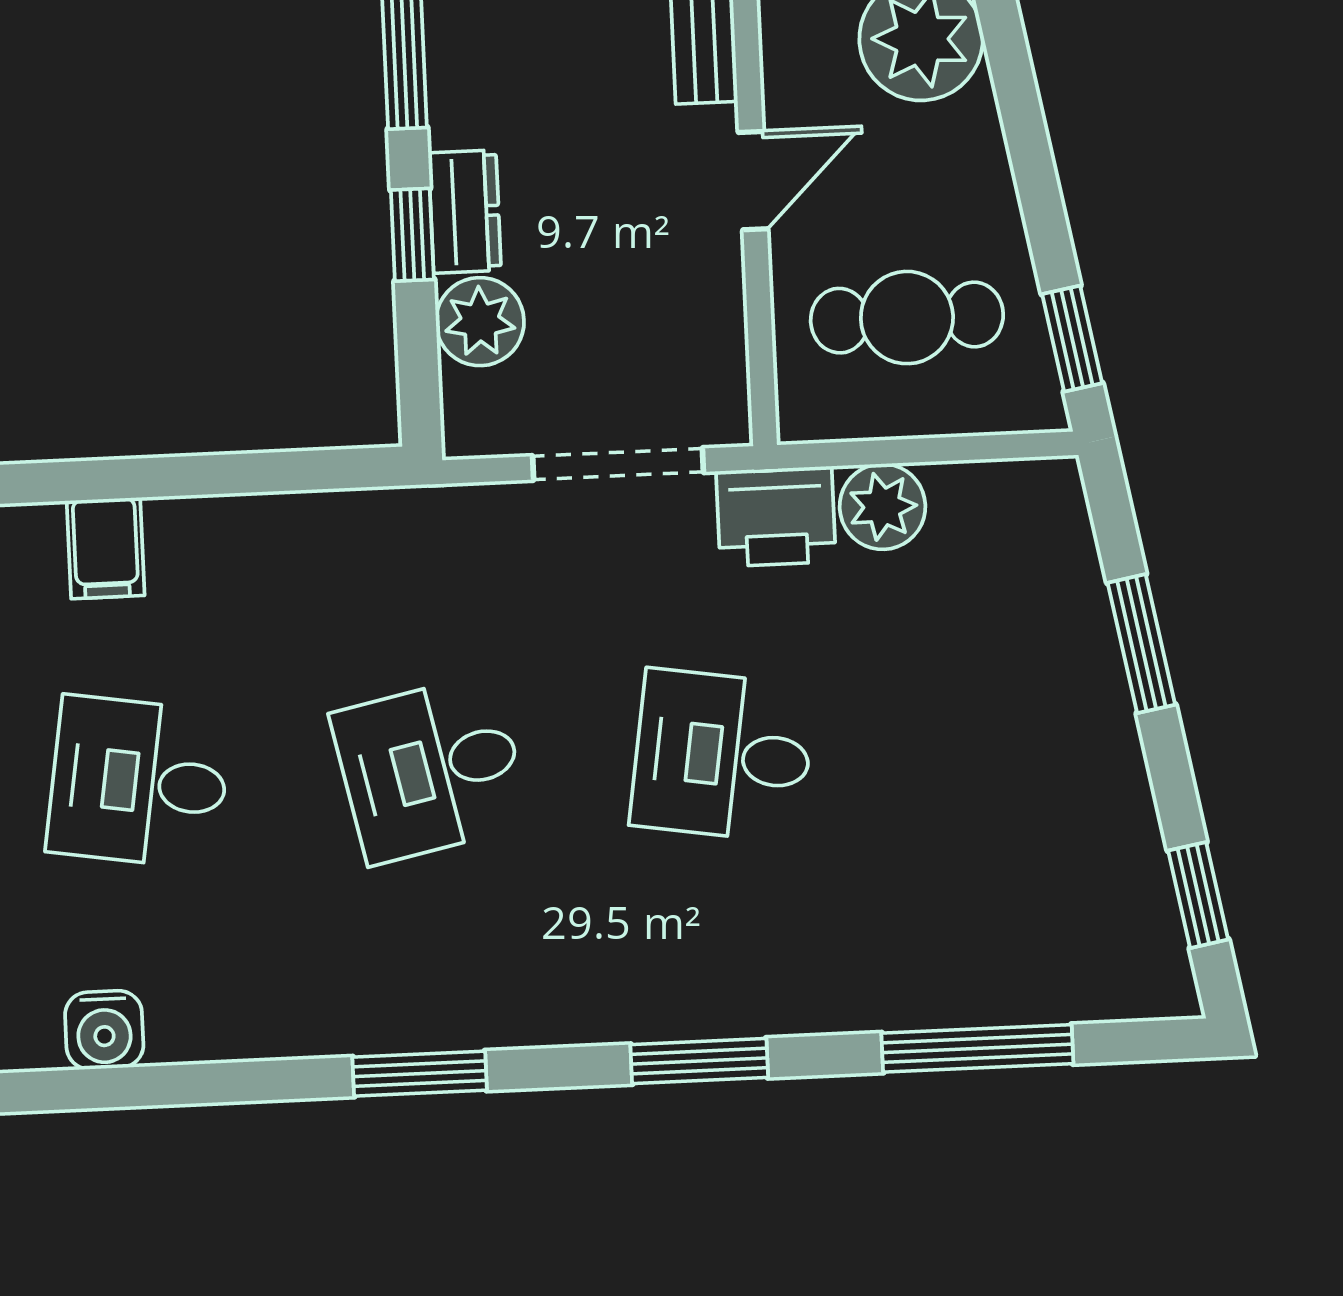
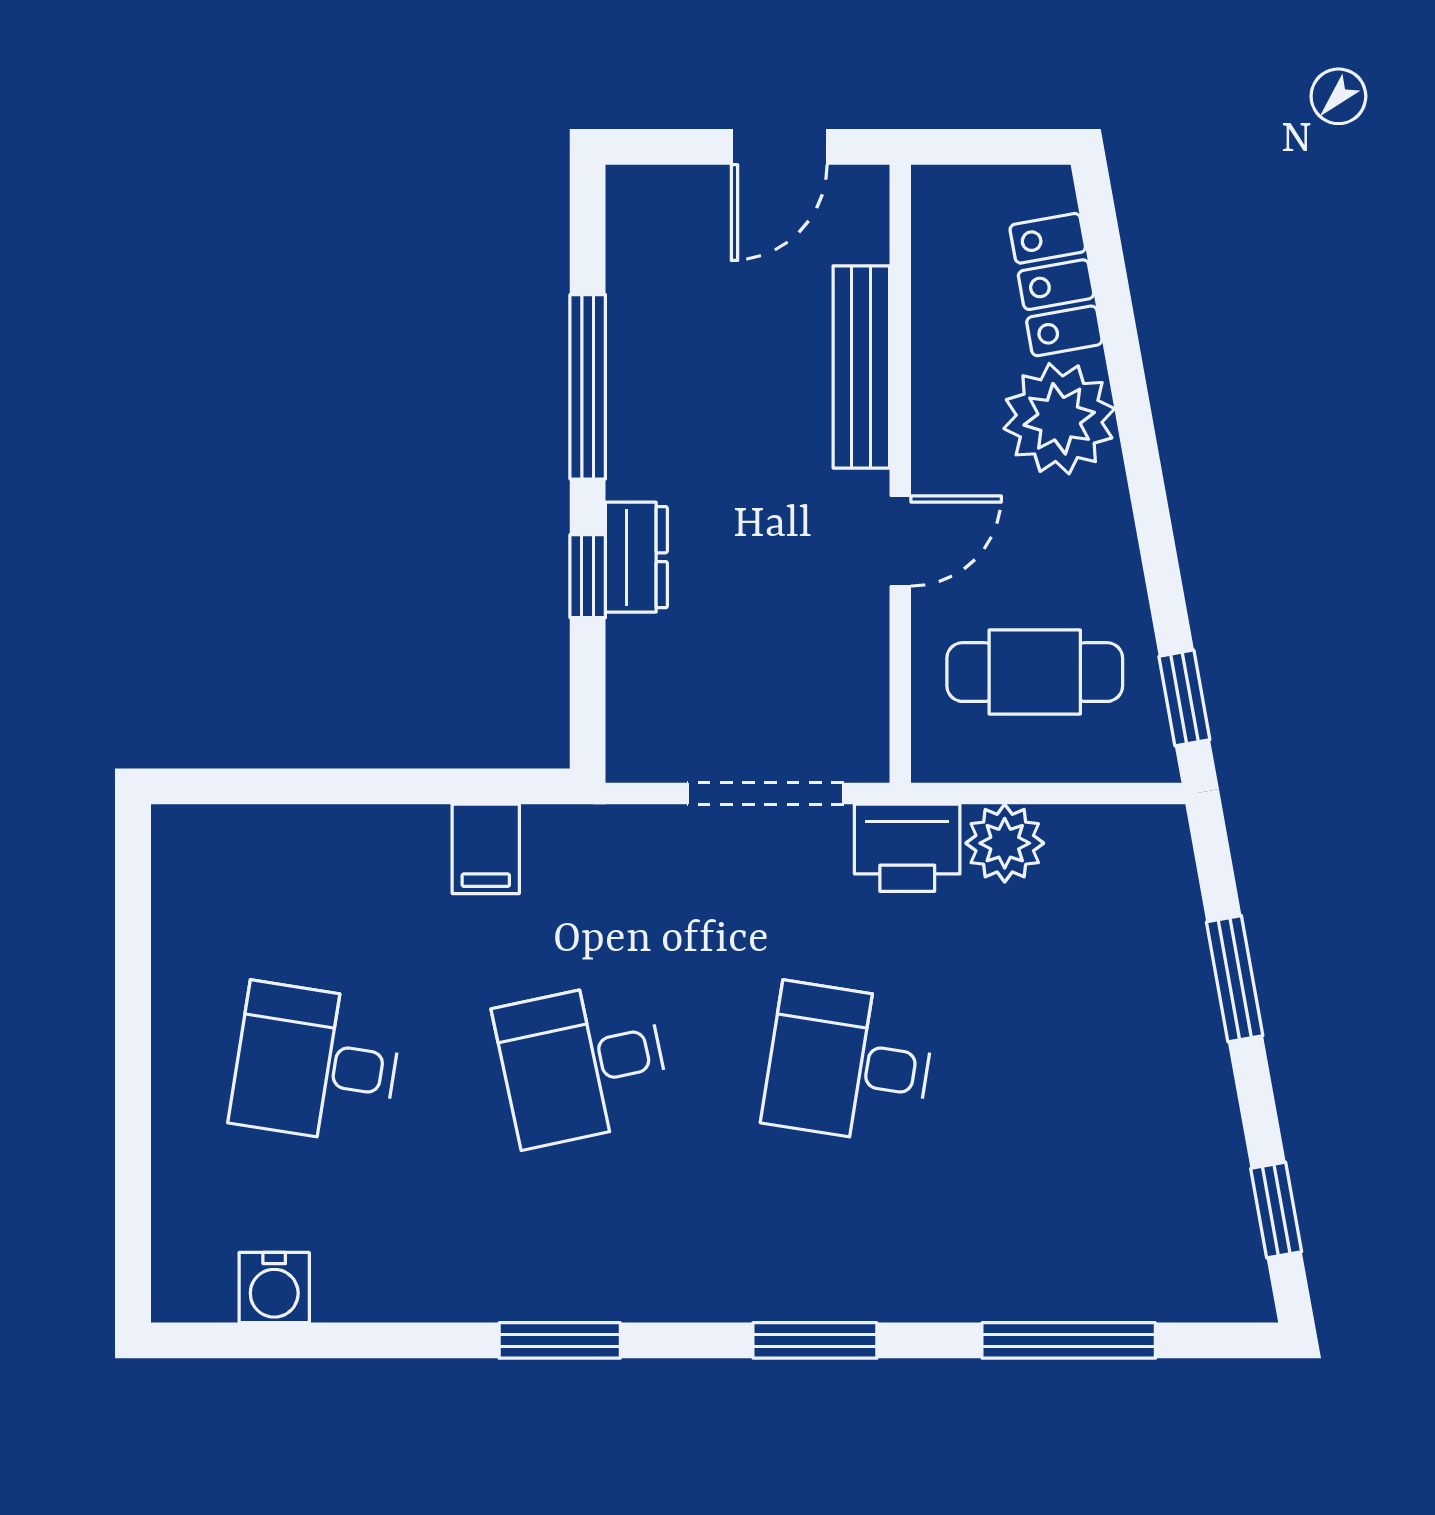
plant: (480, 322) -> (646, 658), removed
filing cabinet: (106, 548) -> (486, 849), moved

